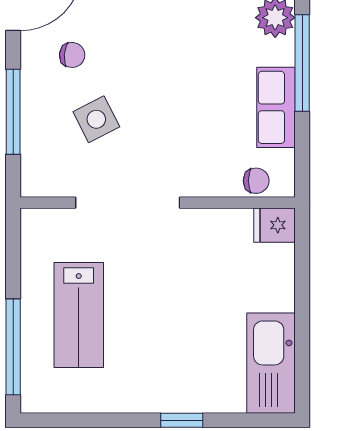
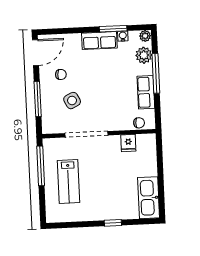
fridge: (275, 225) -> (128, 143), moved, turned -90
window: (13, 347) -> (41, 166), moved

